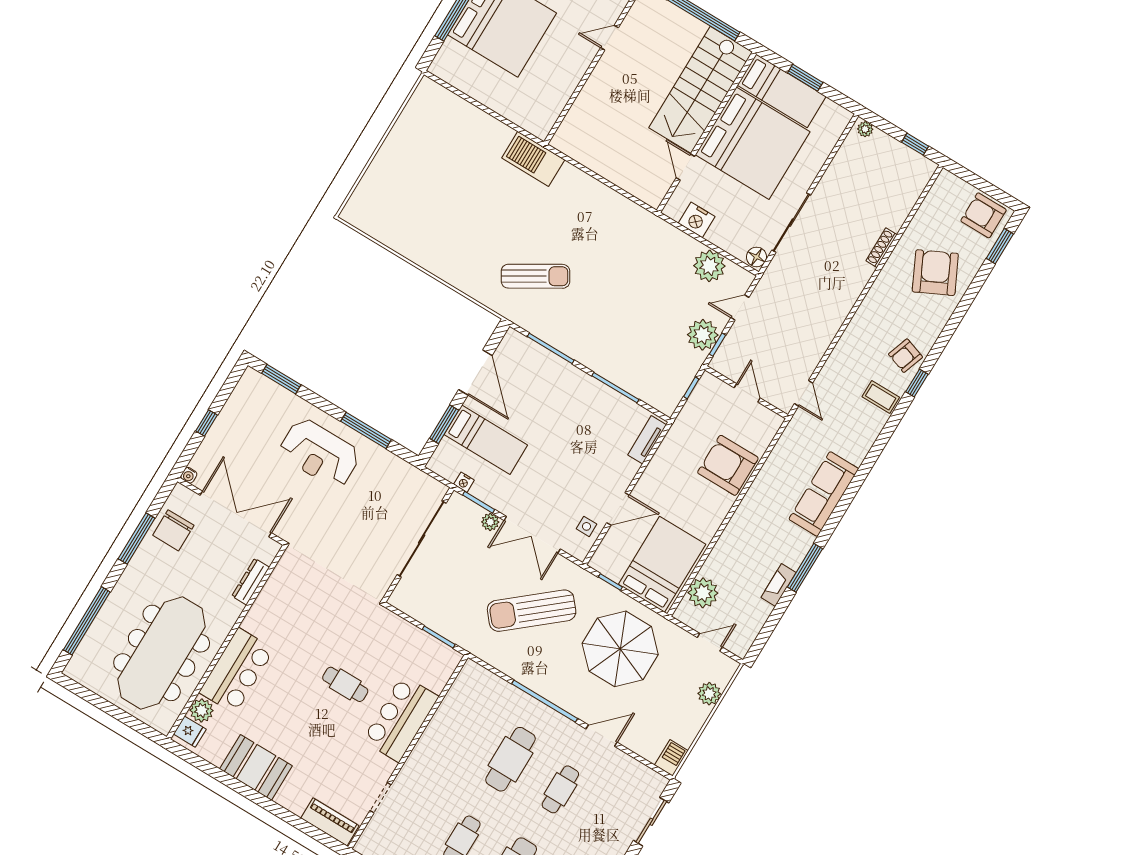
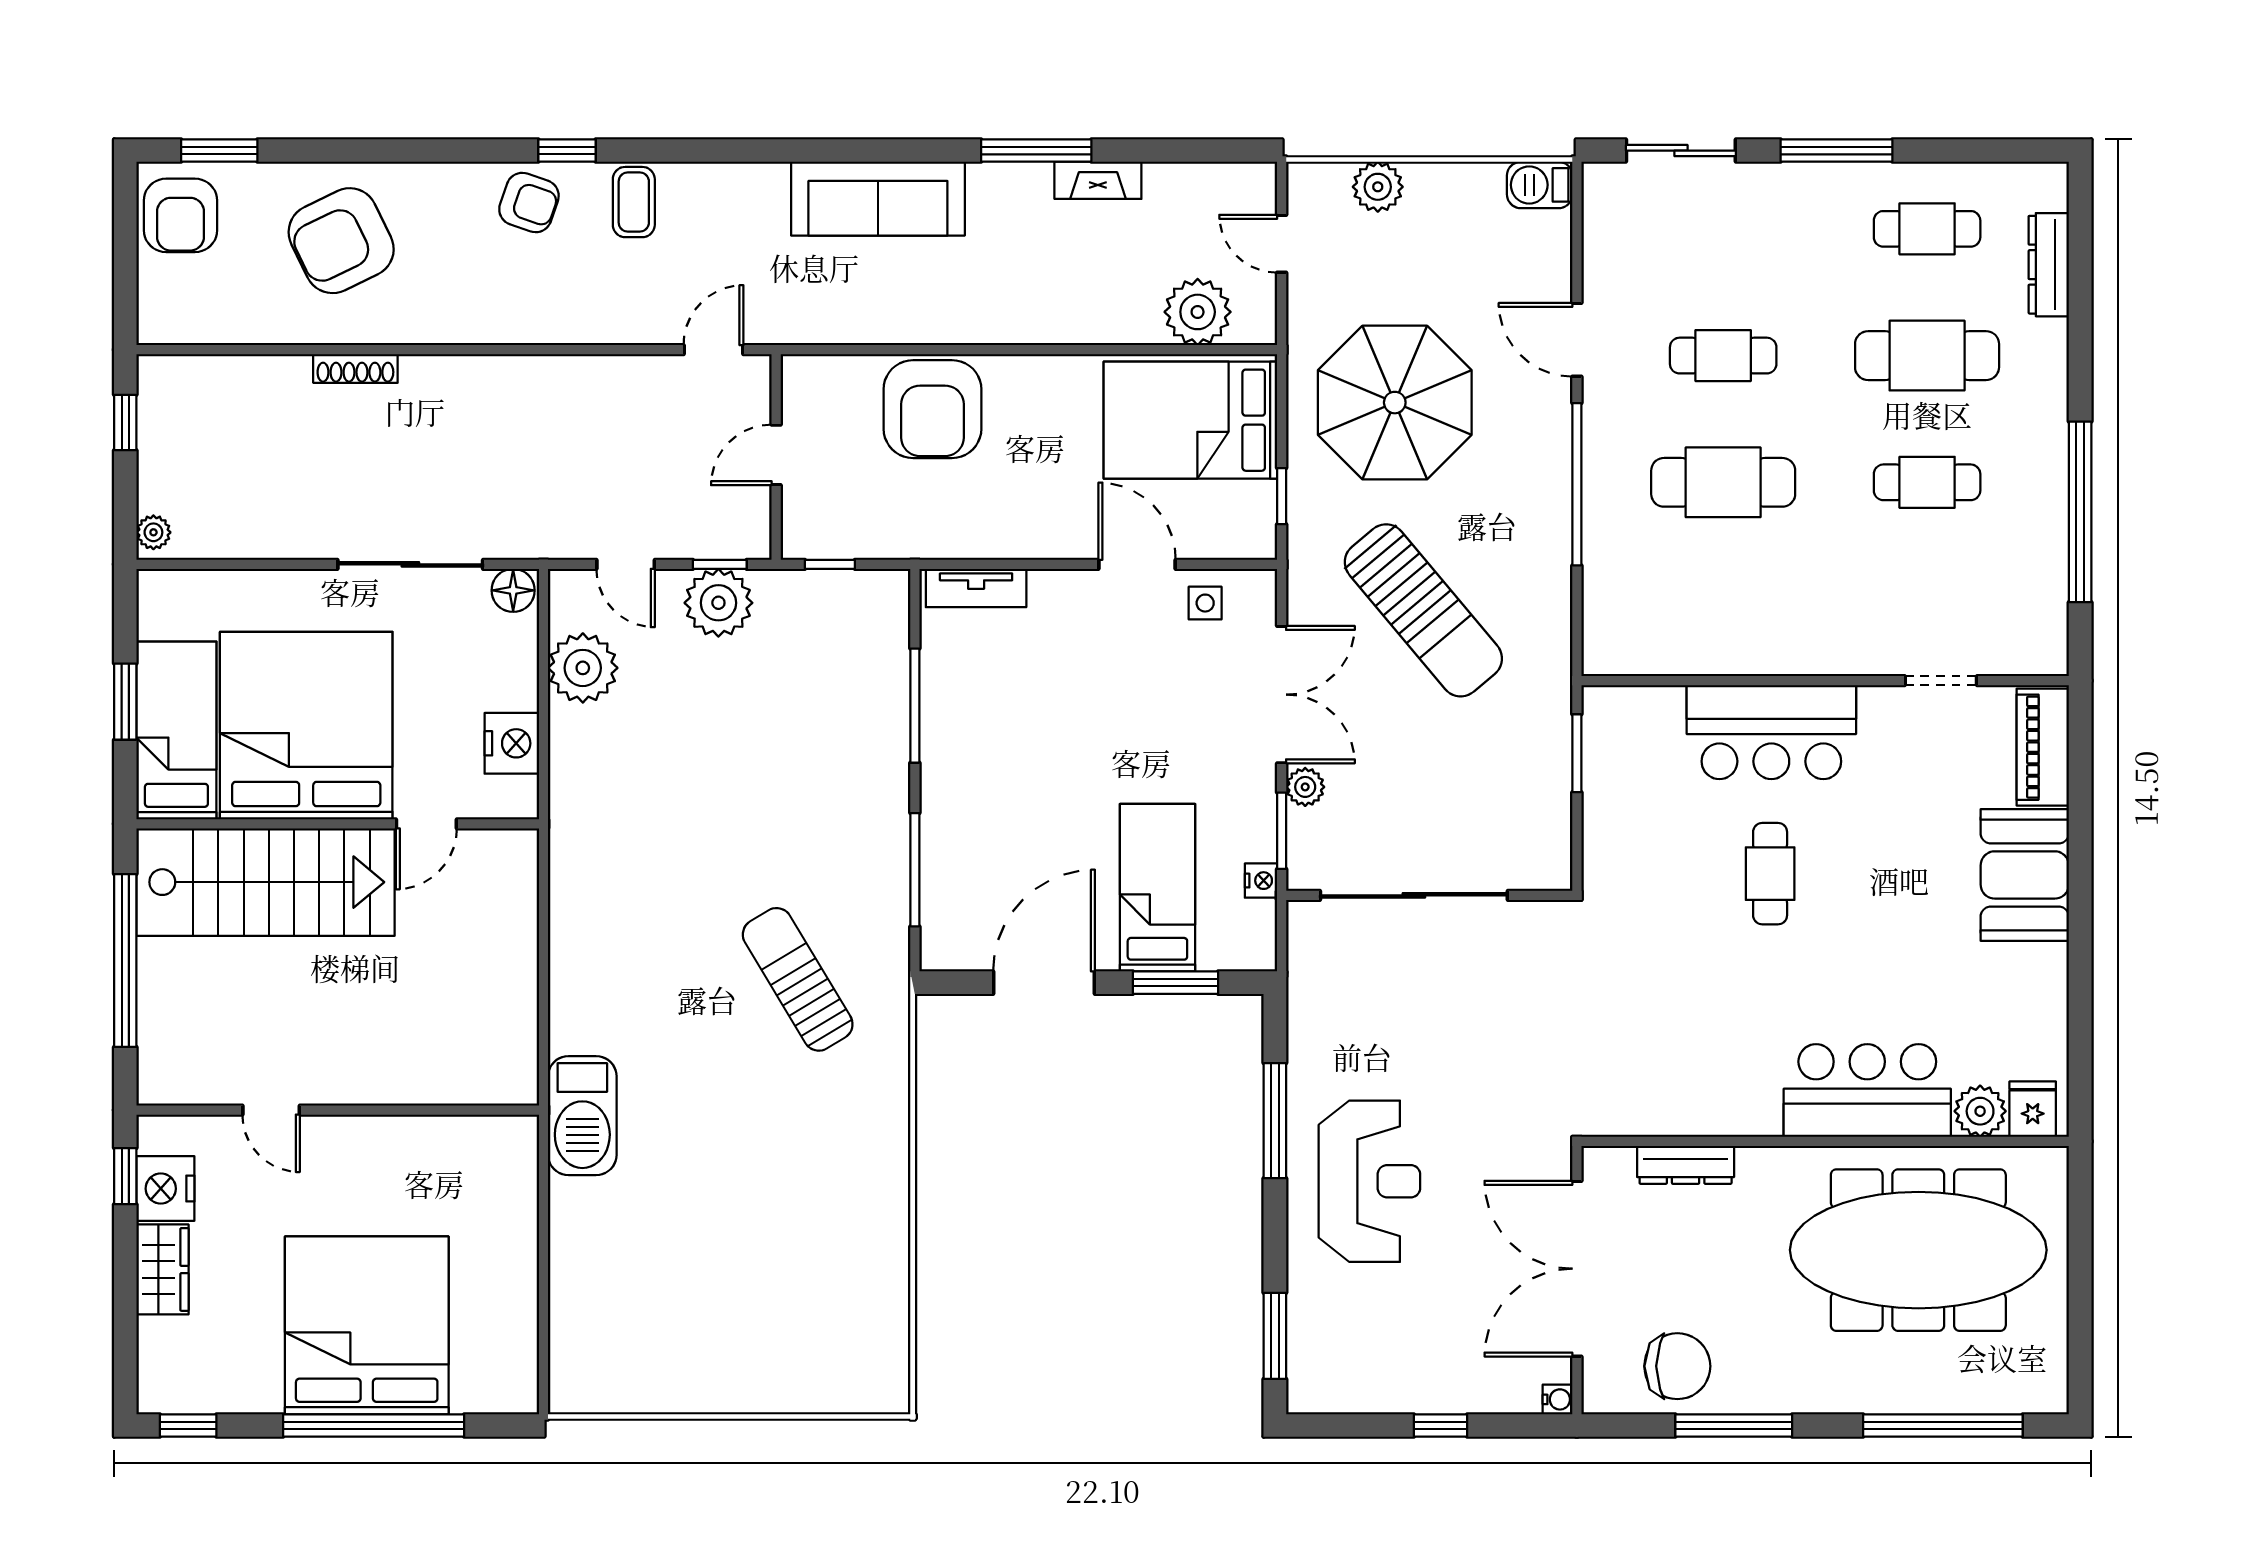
booth: (256, 767) -> (2025, 875), moved

